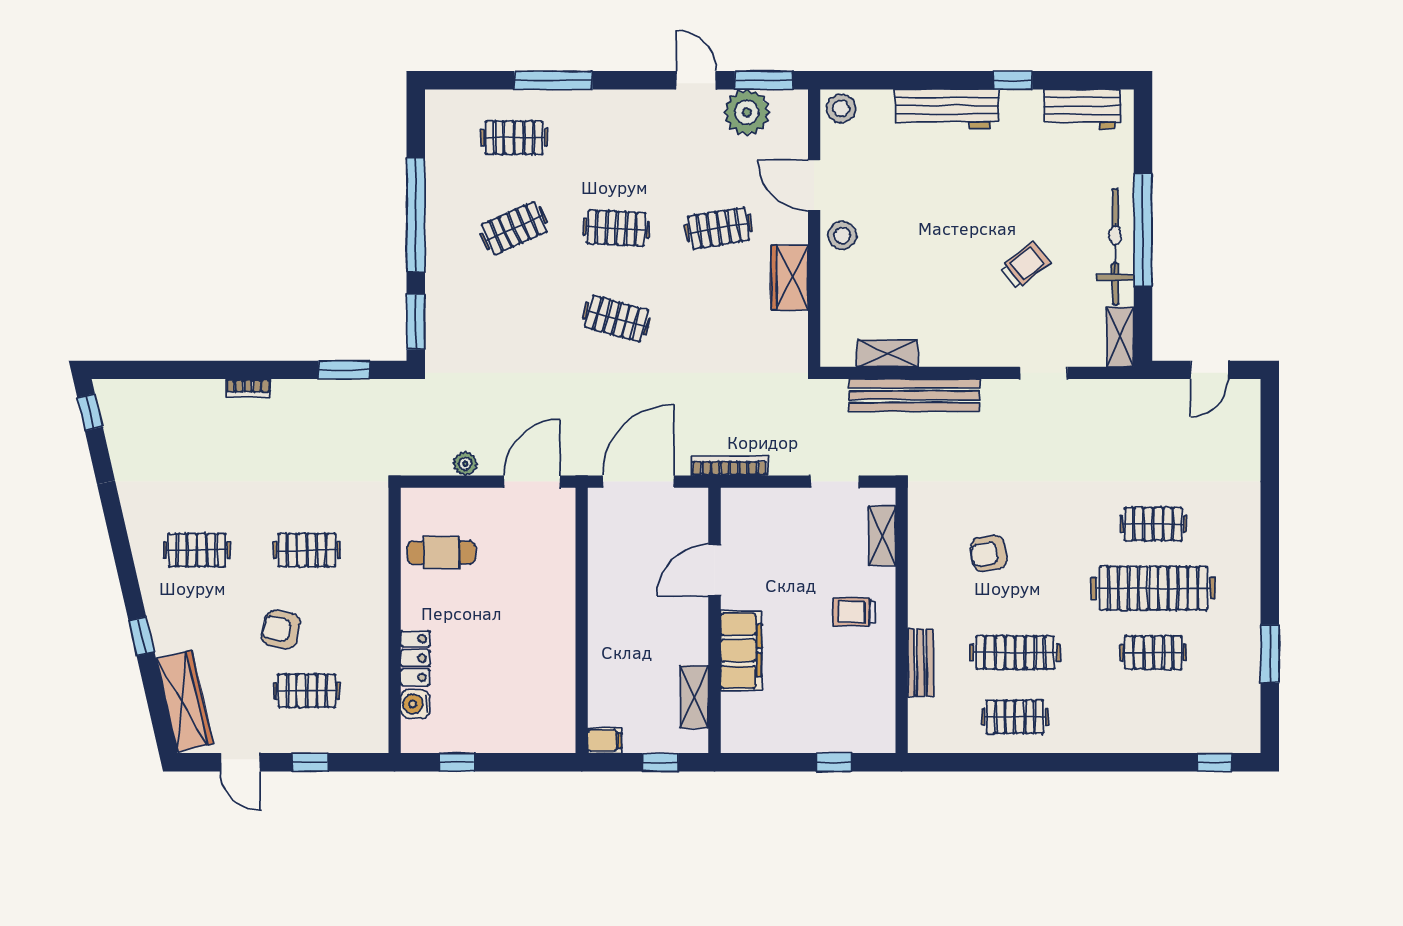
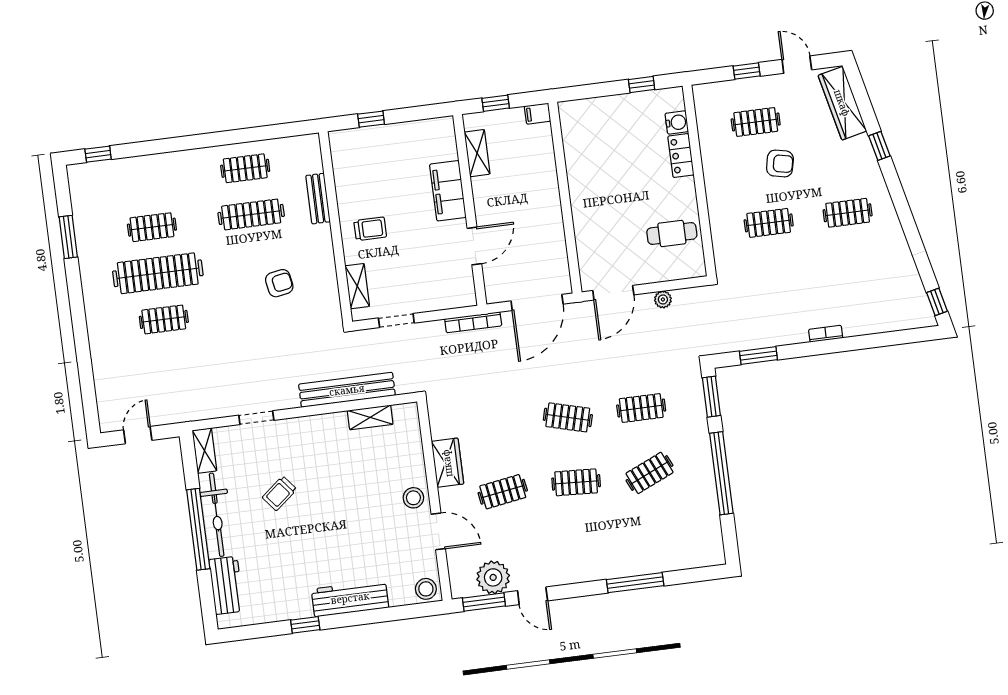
workbench: (1083, 109) -> (226, 585), moved, turned 90
clothes rail: (514, 138) -> (641, 408), moved

